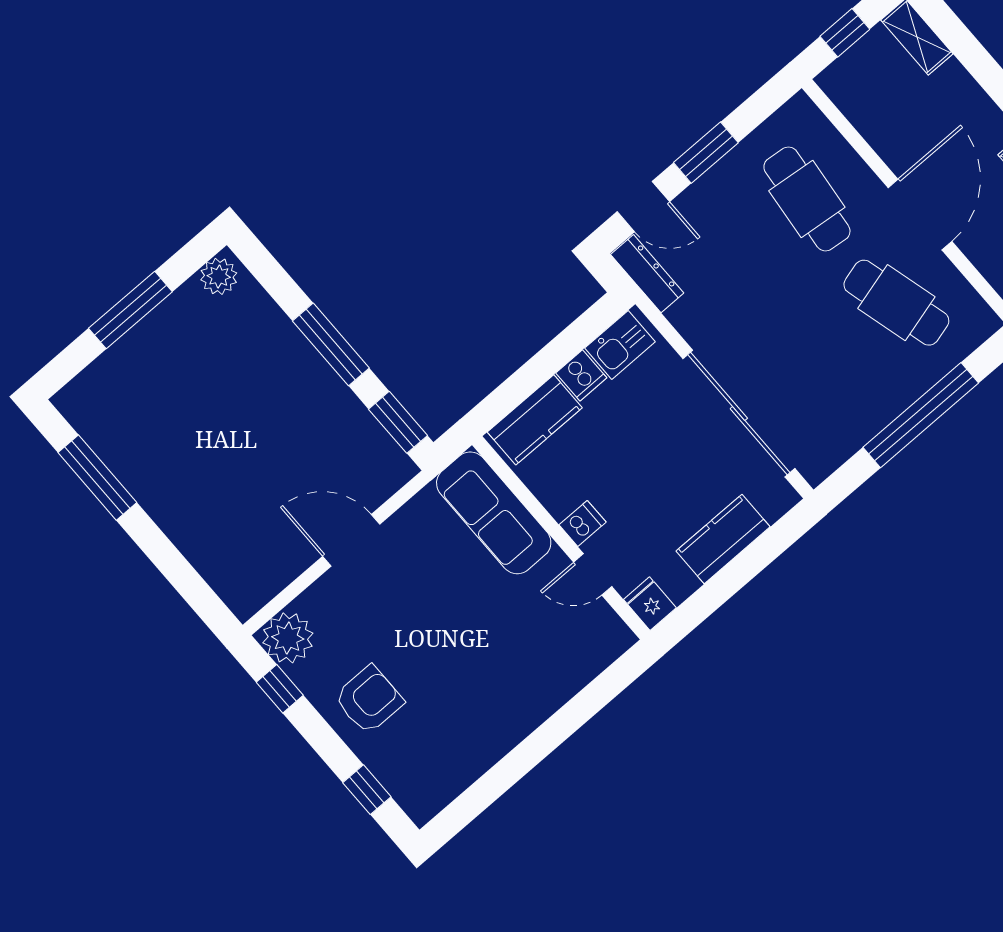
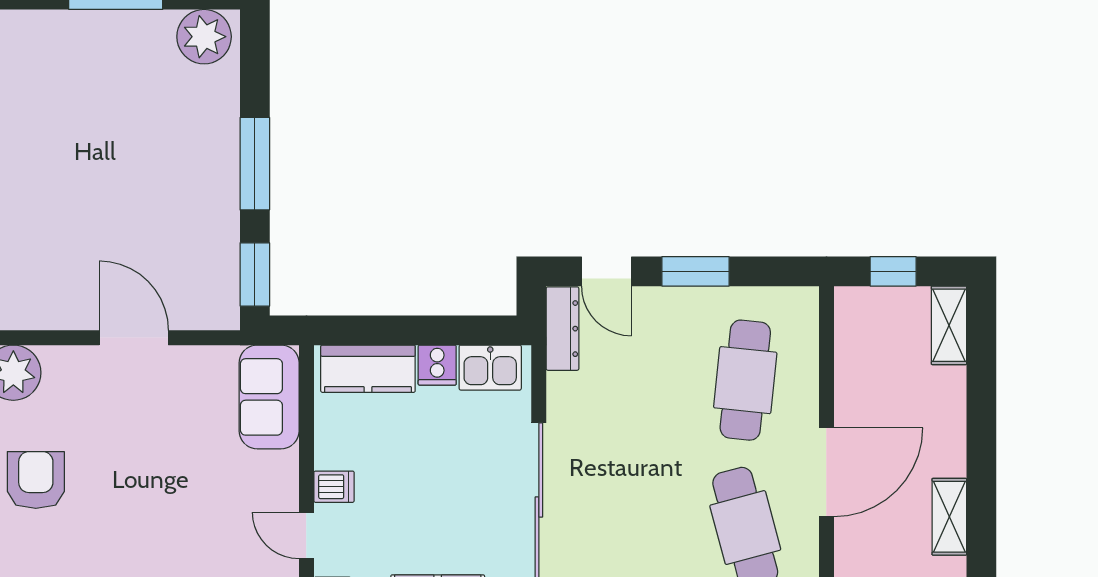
plant: (219, 276) -> (204, 37), width x1.36, depth x1.36
sofa: (494, 513) -> (269, 397), width x0.73
armchair: (369, 700) -> (36, 480), turned -90

